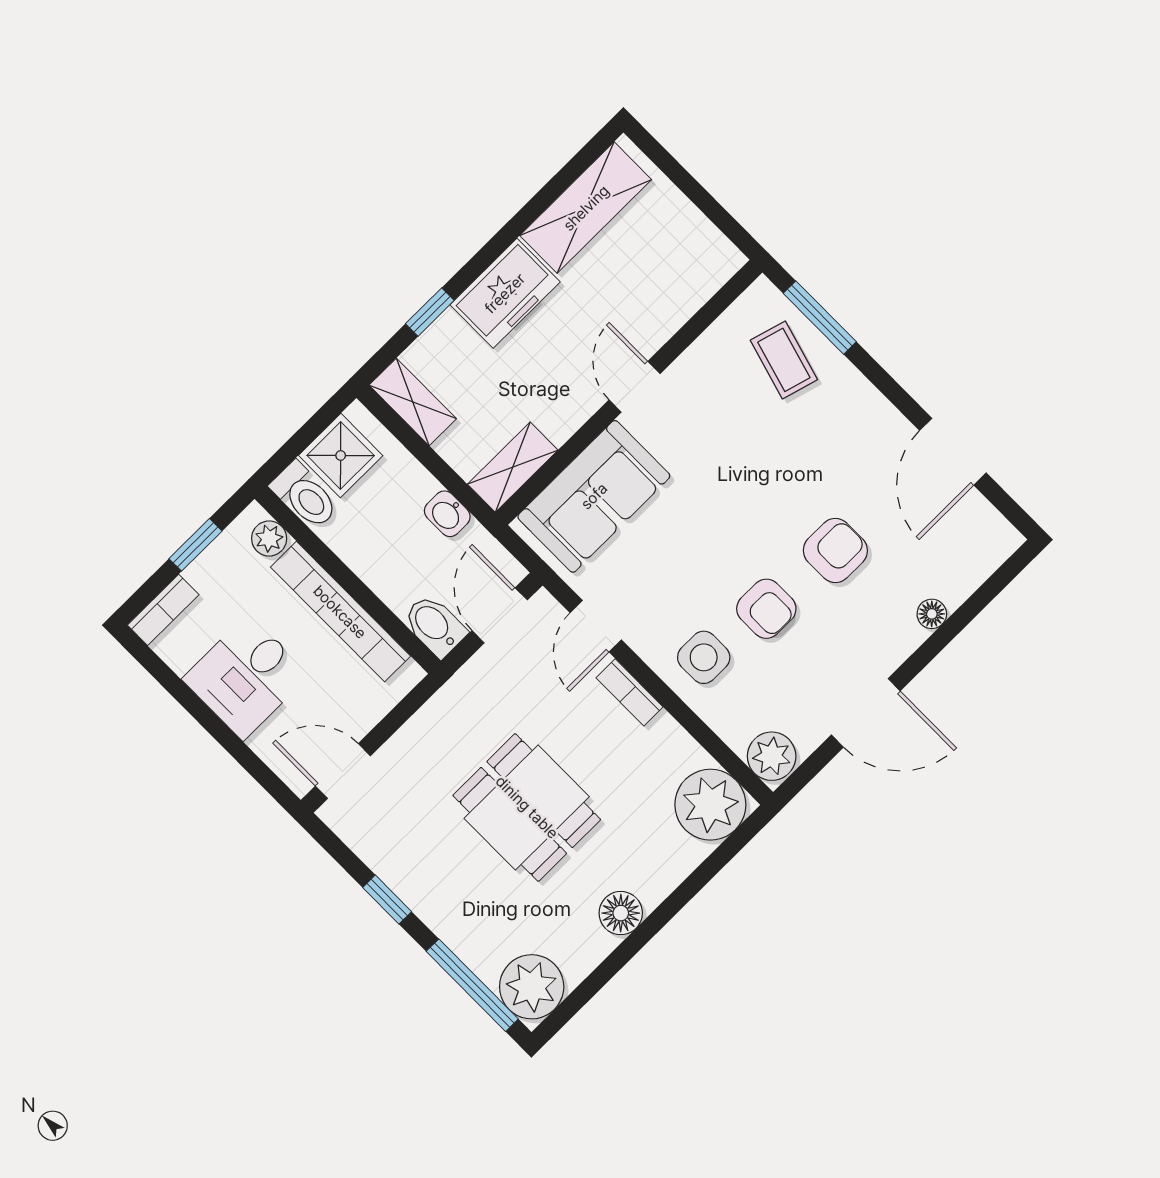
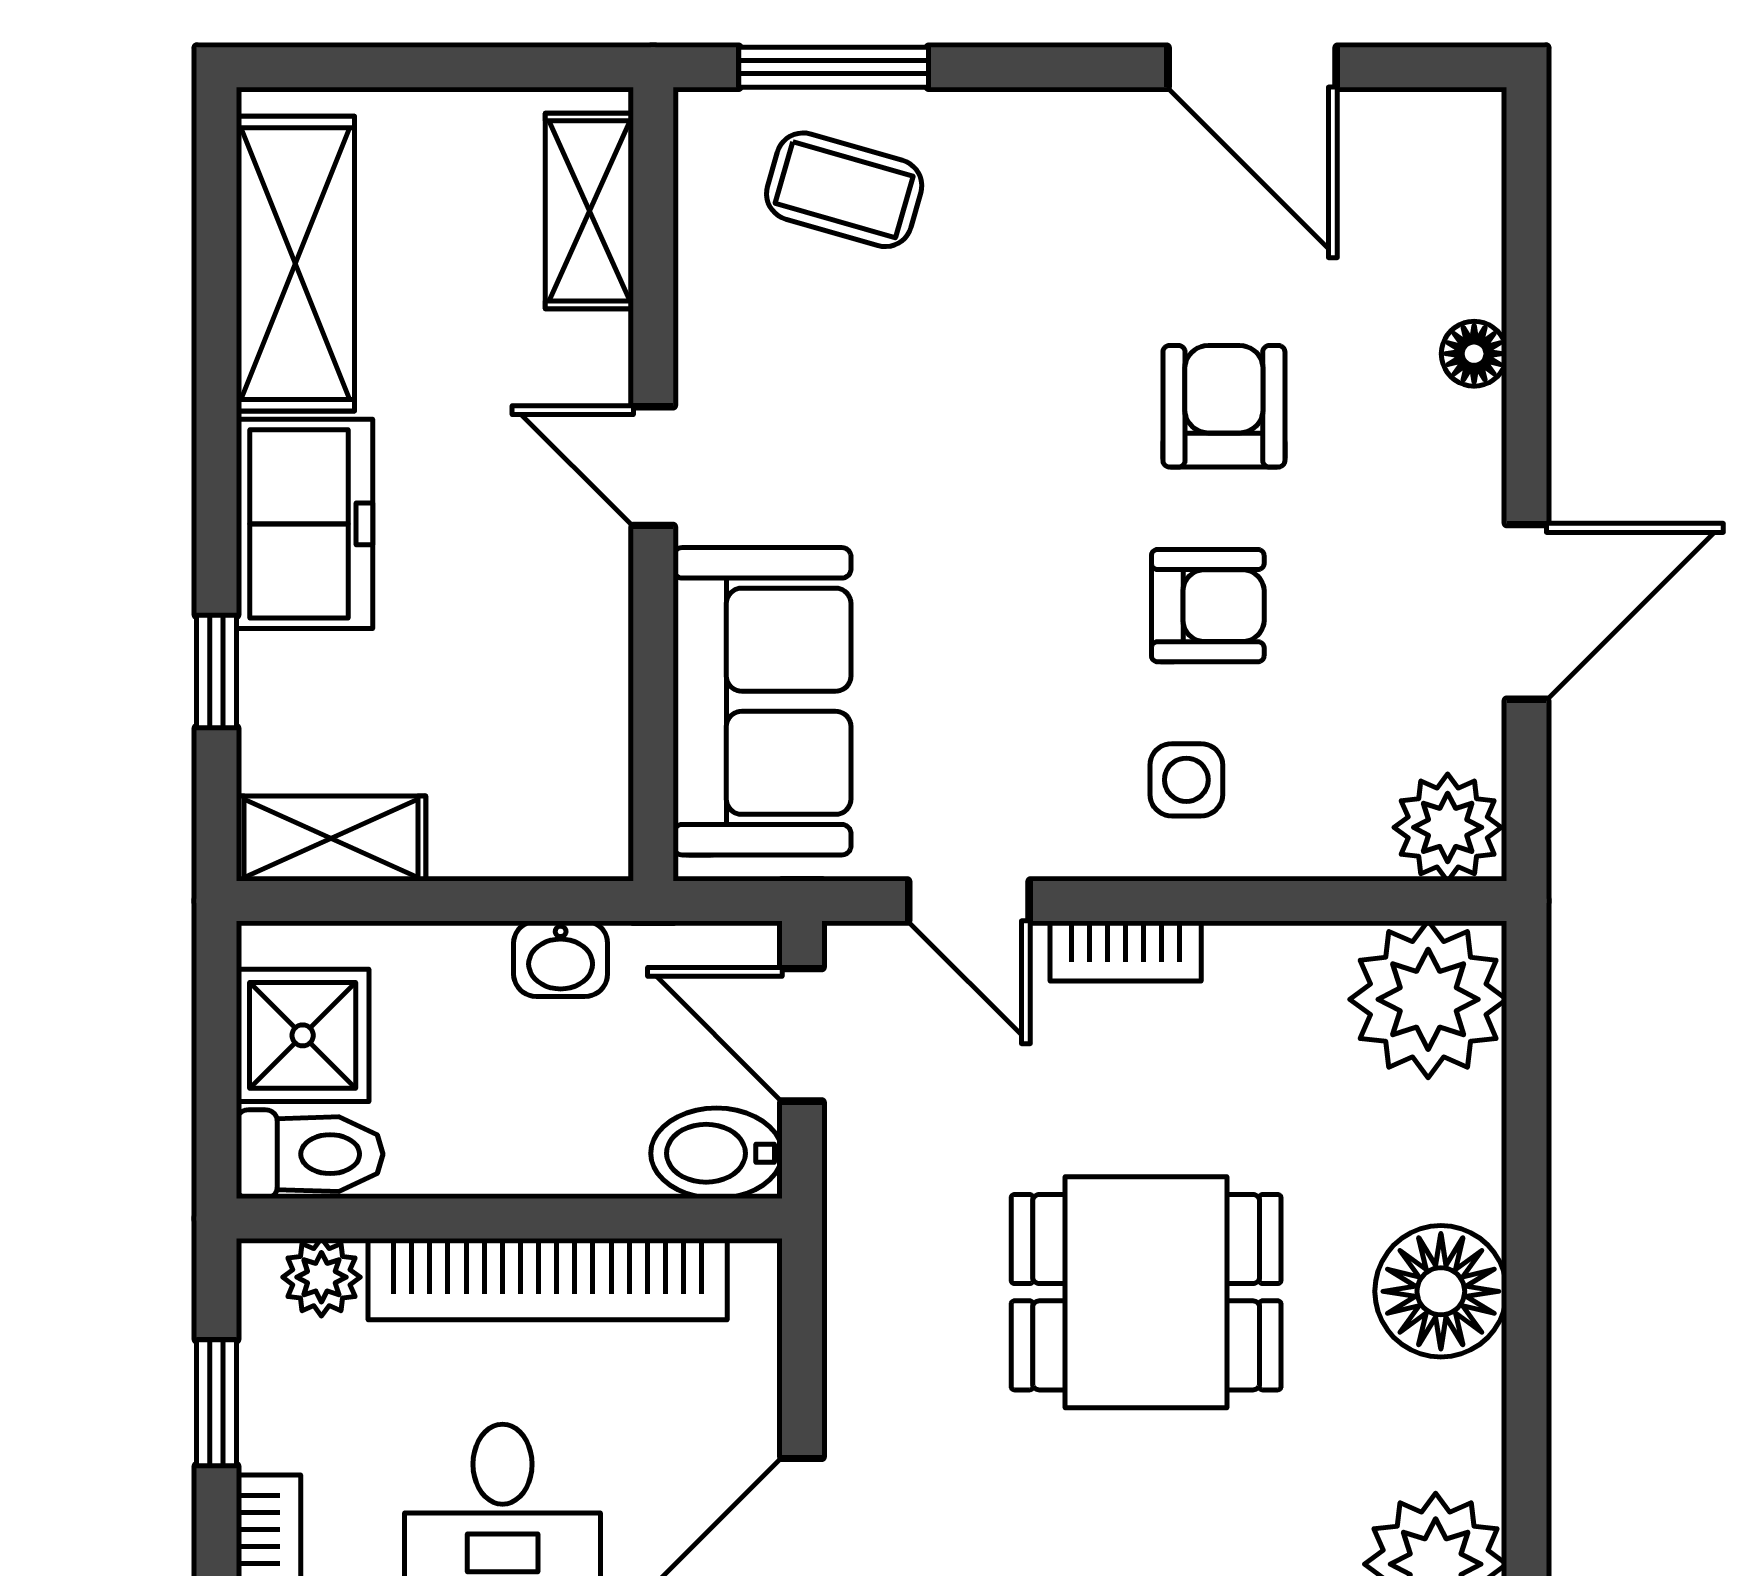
shelving: (513, 467) -> (589, 211), moved
side table: (704, 657) -> (1186, 780), width x0.73, depth x0.73
floor lamp: (621, 913) -> (1441, 1291), width x1.38, depth x1.38

